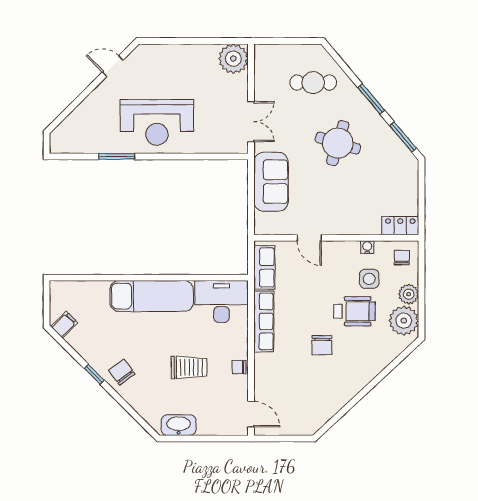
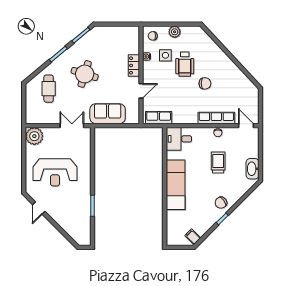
reception desk: (157, 122) -> (55, 172), moved, turned 90
locker: (400, 226) -> (134, 65), moved
desk: (222, 301) -> (179, 139), width x0.73
wheelchair: (354, 311) -> (185, 64), turned 180
row of seats: (264, 321) -> (216, 118), moved
plant: (404, 321) -> (190, 35), removed
door: (251, 414) -> (246, 126), hinge flipped

